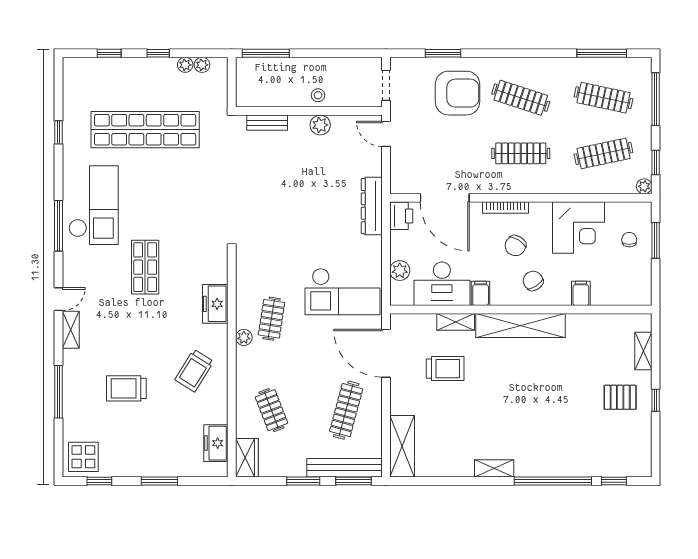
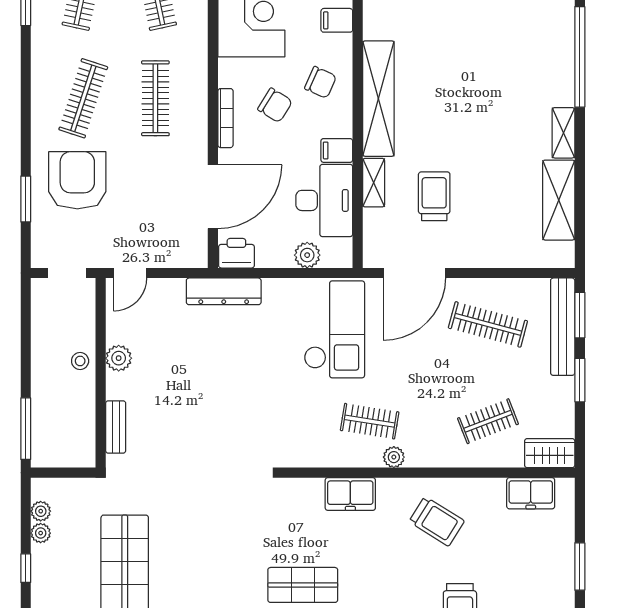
chair: (533, 281) -> (321, 82), turned -123
shelving: (402, 446) -> (559, 200), moved, turned 90

